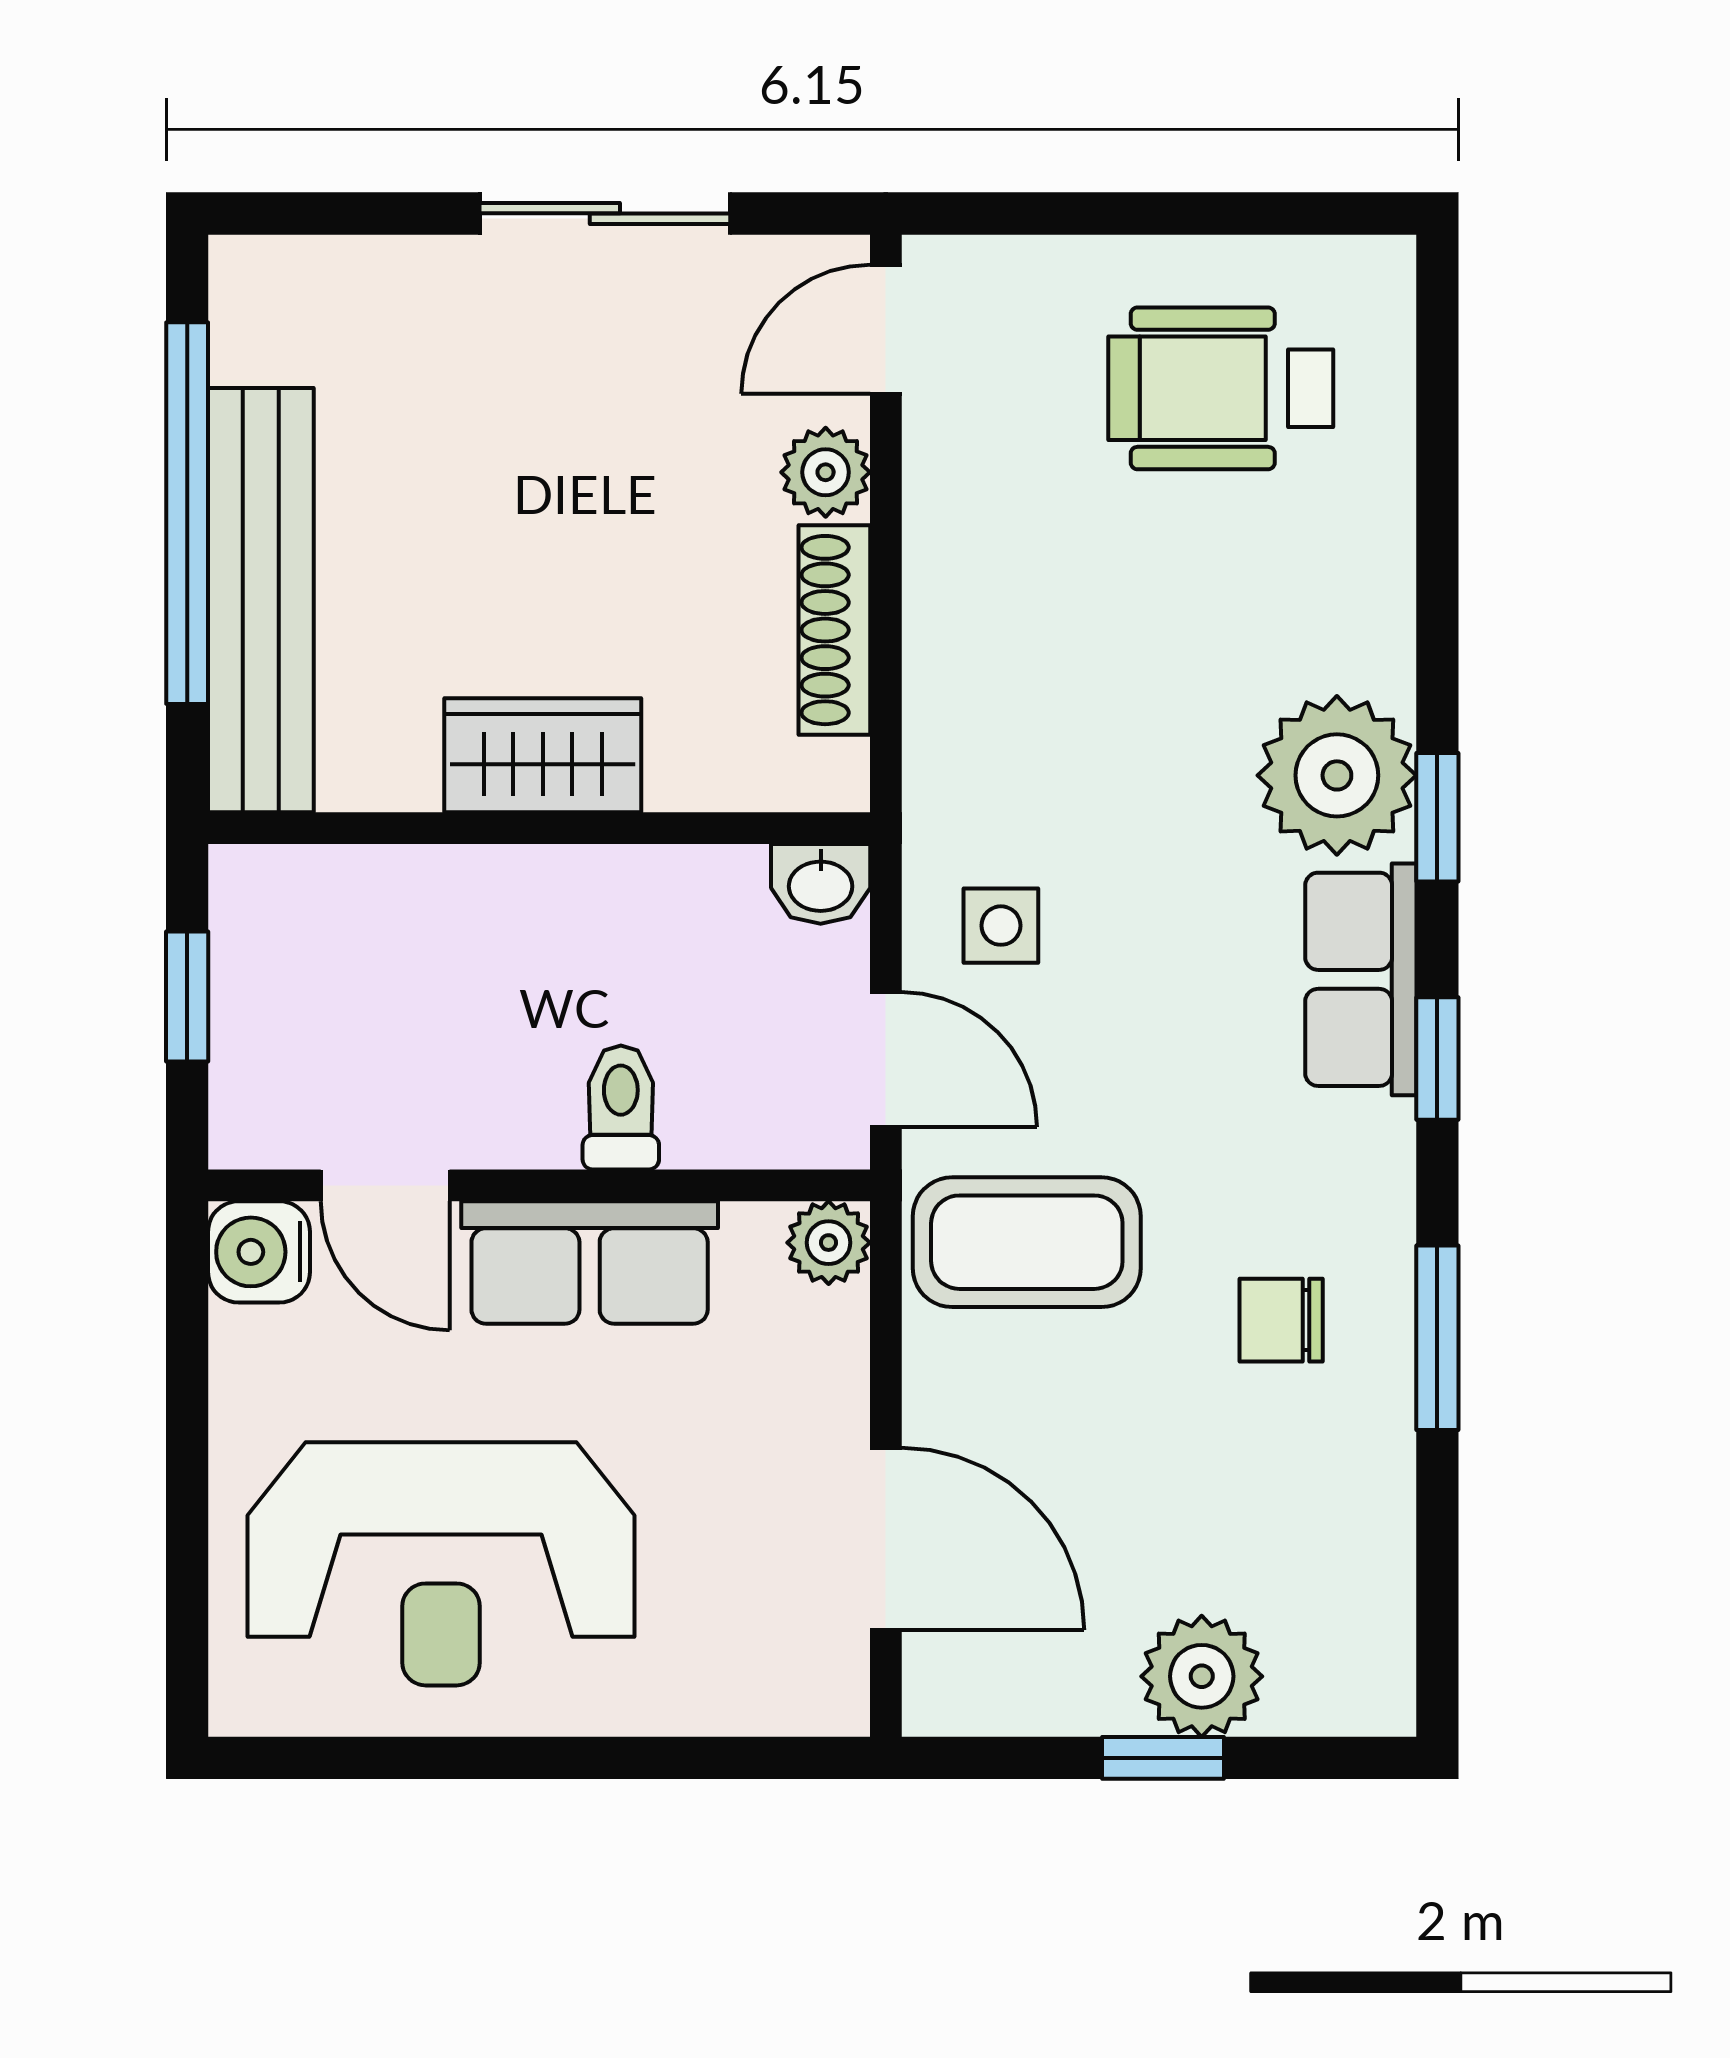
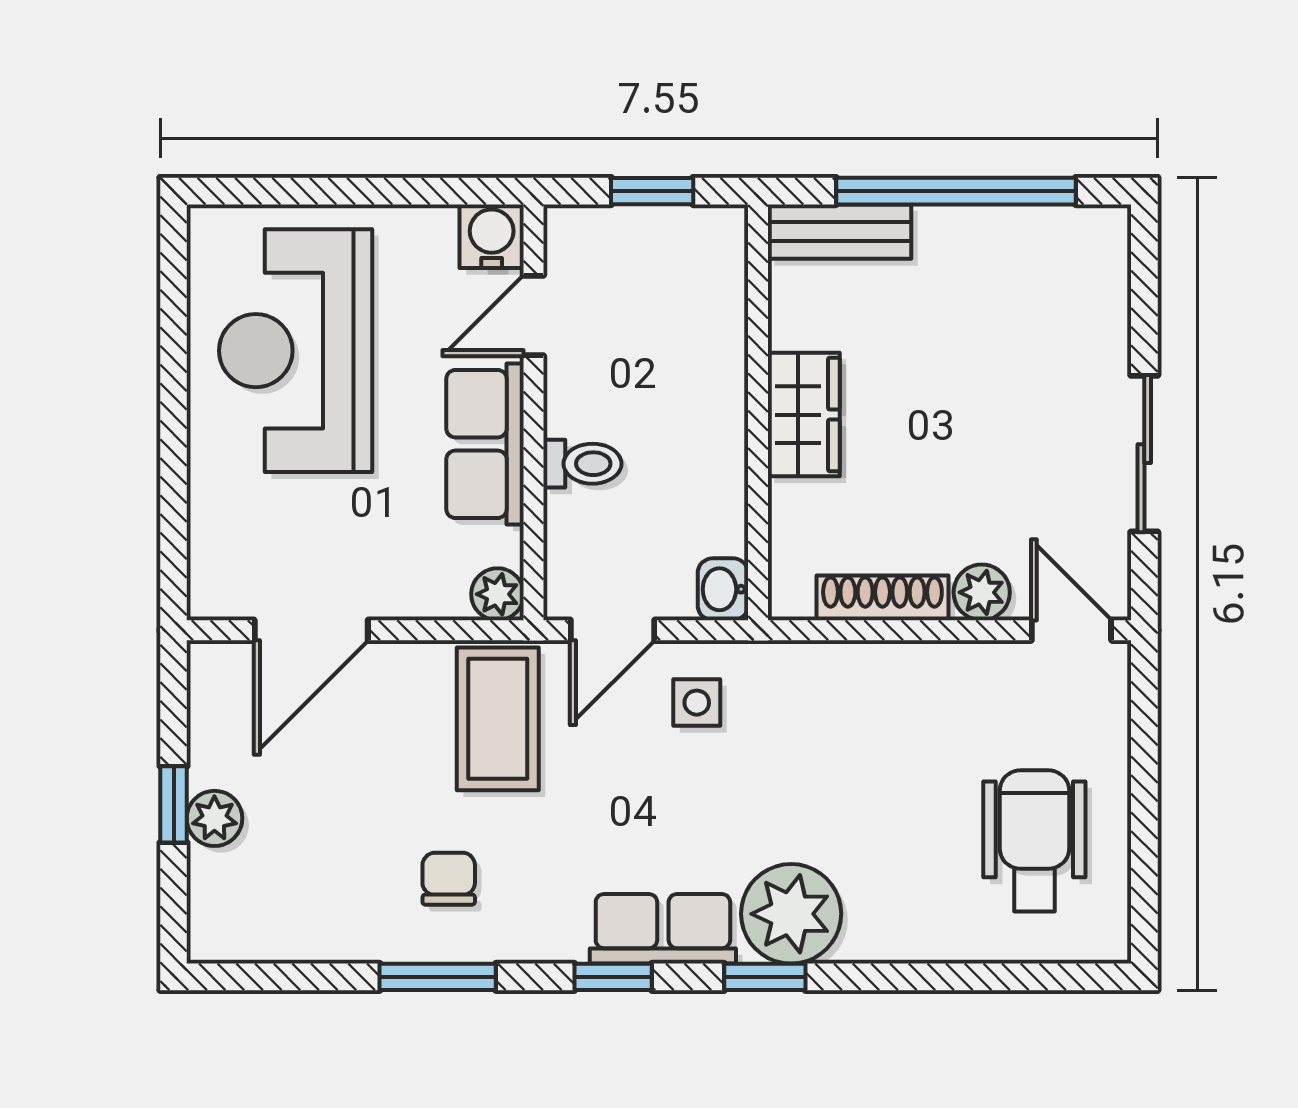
bench: (261, 600) -> (839, 232), width x0.54, depth x0.82
plant: (1202, 1676) -> (214, 818), width x0.73, depth x0.73

